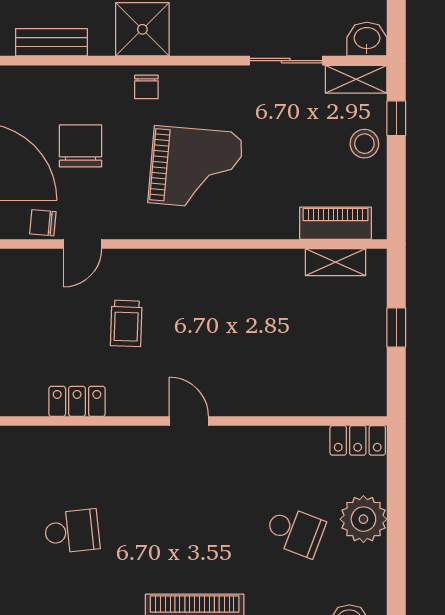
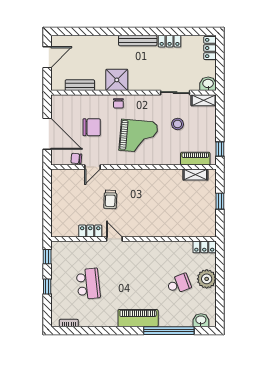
window: (396, 118) -> (220, 149), moved
stool: (364, 144) -> (178, 124), moved
chair: (81, 146) -> (92, 127), turned 90
door: (189, 421) -> (114, 239), moved
school desk: (72, 531) -> (88, 284), width x1.85
school desk: (295, 531) -> (179, 284), turned -42

